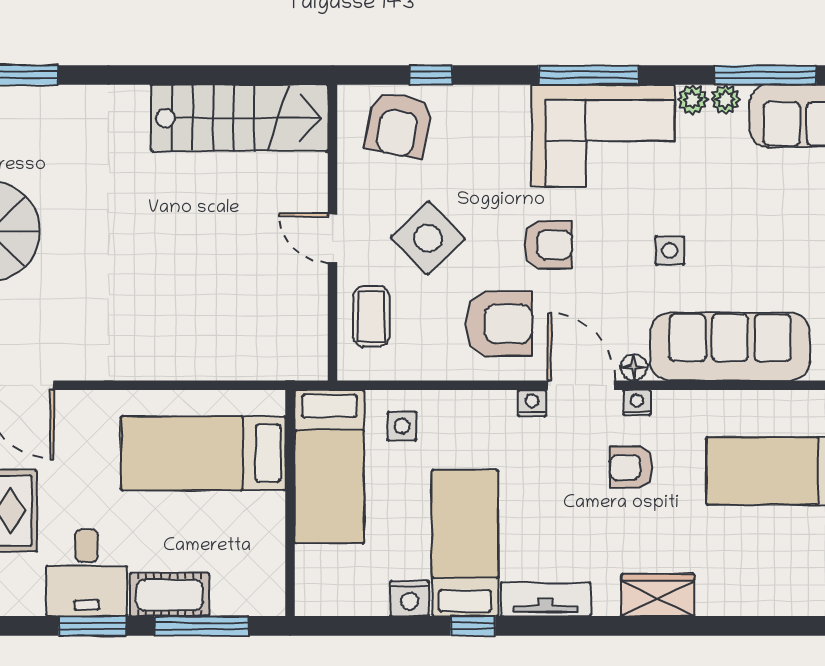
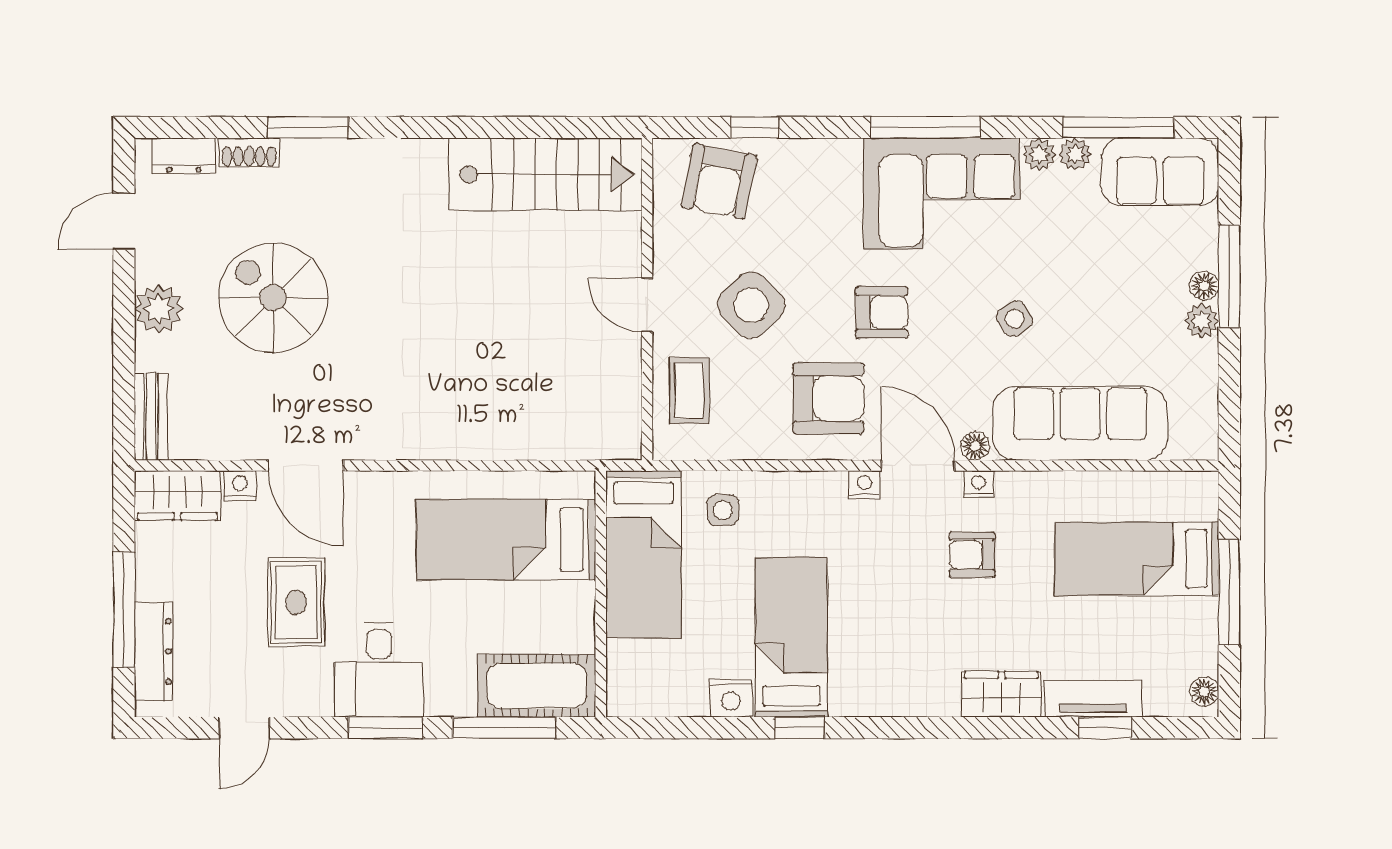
side table: (670, 250) -> (1014, 319), turned -34
cot: (170, 595) -> (537, 686), moved, width x1.37, depth x1.34
tv unit: (546, 599) -> (1093, 699), moved
window: (753, 626) -> (1105, 728), added

